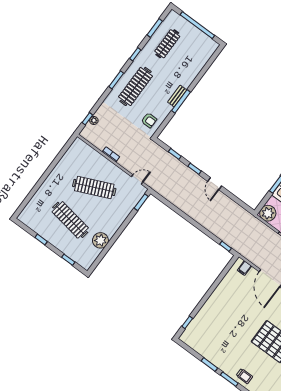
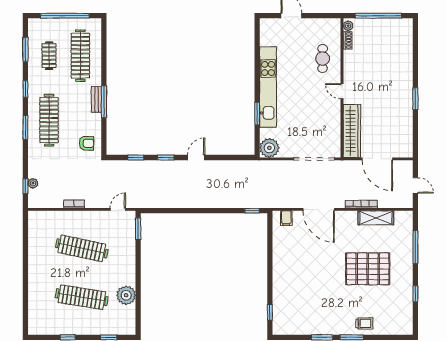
clothes rail: (167, 44) -> (49, 56), width x0.73
clothes rail: (188, 59) -> (80, 56), added
door: (215, 184) -> (196, 158), swing flipped
clothes rail: (94, 187) -> (82, 248), turned 36

